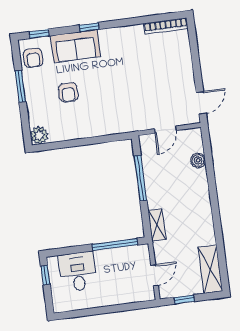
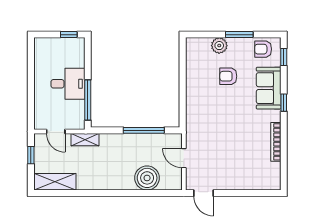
bookcase: (166, 26) -> (276, 142), moved
plant: (39, 135) -> (219, 46), moved
boiler: (198, 160) -> (147, 178), width x1.86, depth x1.86
shelving: (157, 225) -> (85, 140), moved
desk: (78, 272) -> (68, 84), moved

